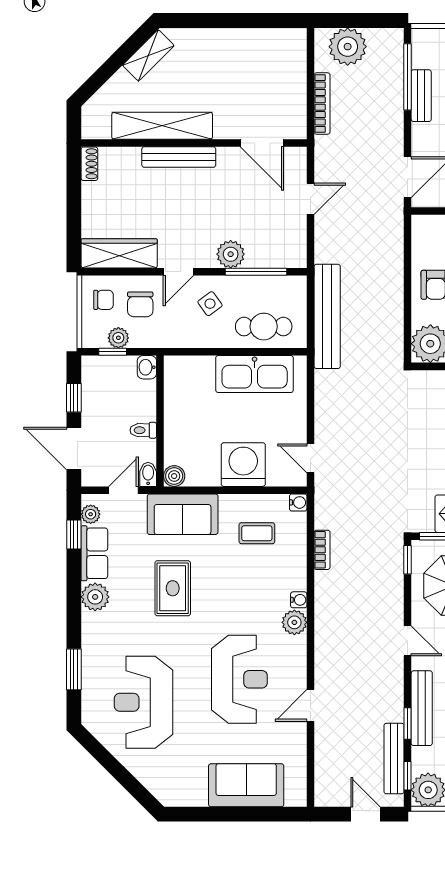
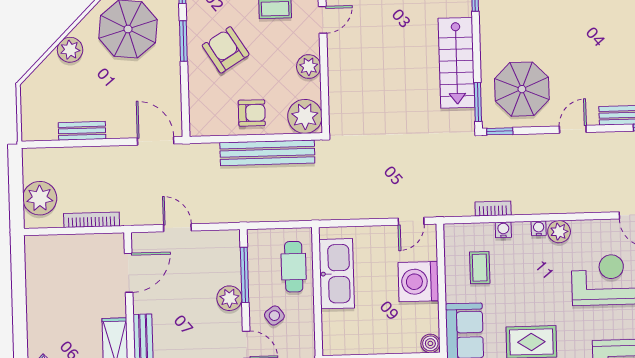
window: (408, 77) -> (65, 143), removed
bench: (327, 316) -> (267, 153), moved
water cooler: (298, 502) -> (503, 230), moved

